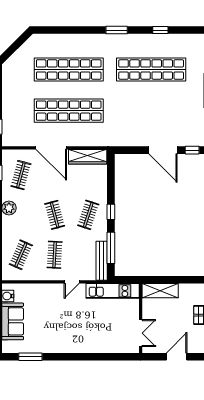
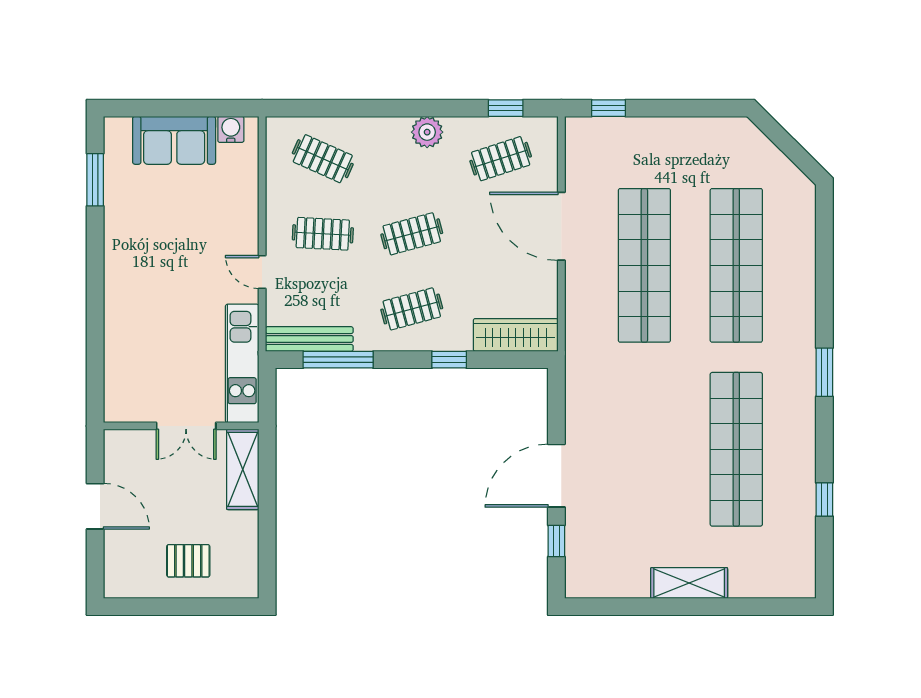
window: (160, 30) -> (824, 499), moved
door: (51, 148) -> (561, 226), hinge flipped
wardrobe: (88, 157) -> (516, 335), moved, turned 90
clothes rail: (21, 175) -> (501, 159), turned -33
window: (111, 212) -> (449, 360), moved
clothes rail: (88, 215) -> (412, 309), turned -33
double door: (141, 333) -> (186, 426), moved

